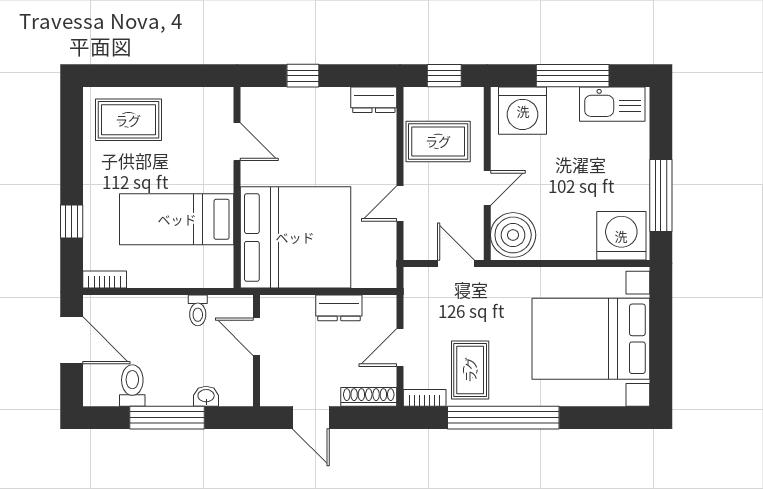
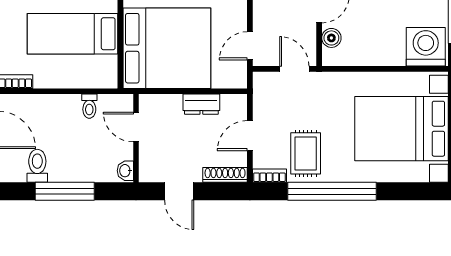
door: (400, 204) -> (250, 46), moved
boiler: (513, 235) -> (331, 38), width x0.54, depth x0.54
washbasin: (206, 396) -> (125, 171), moved, turned -90

